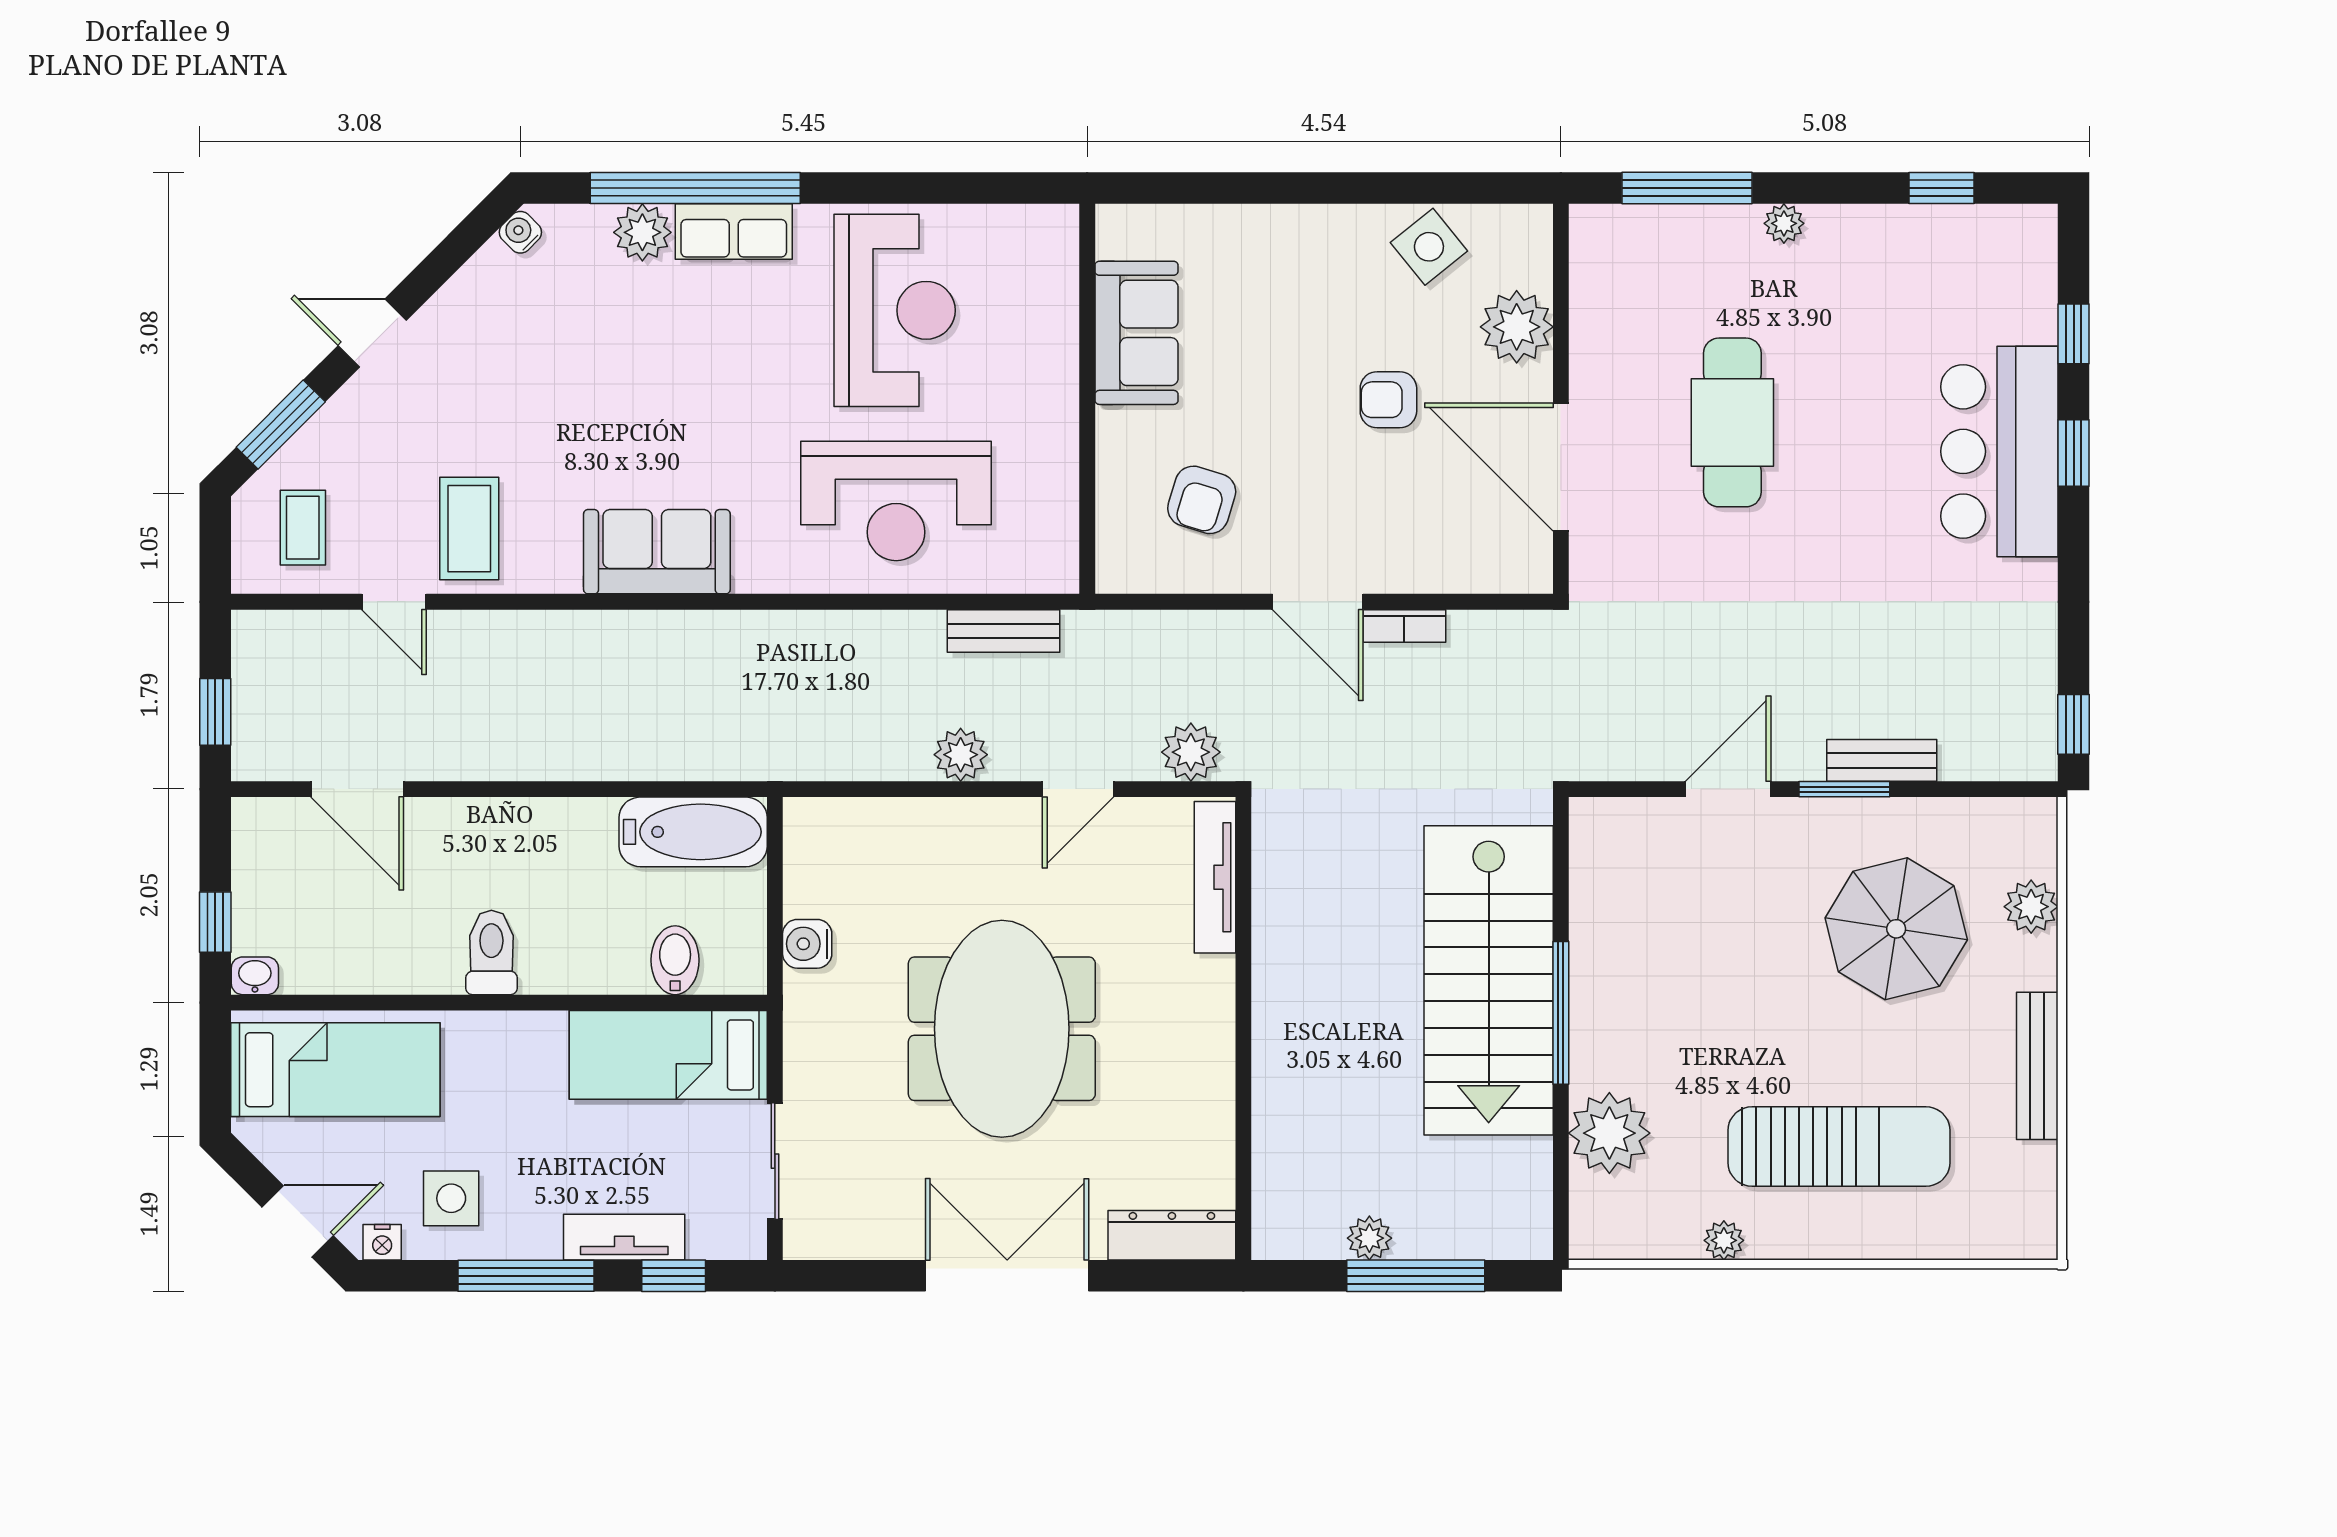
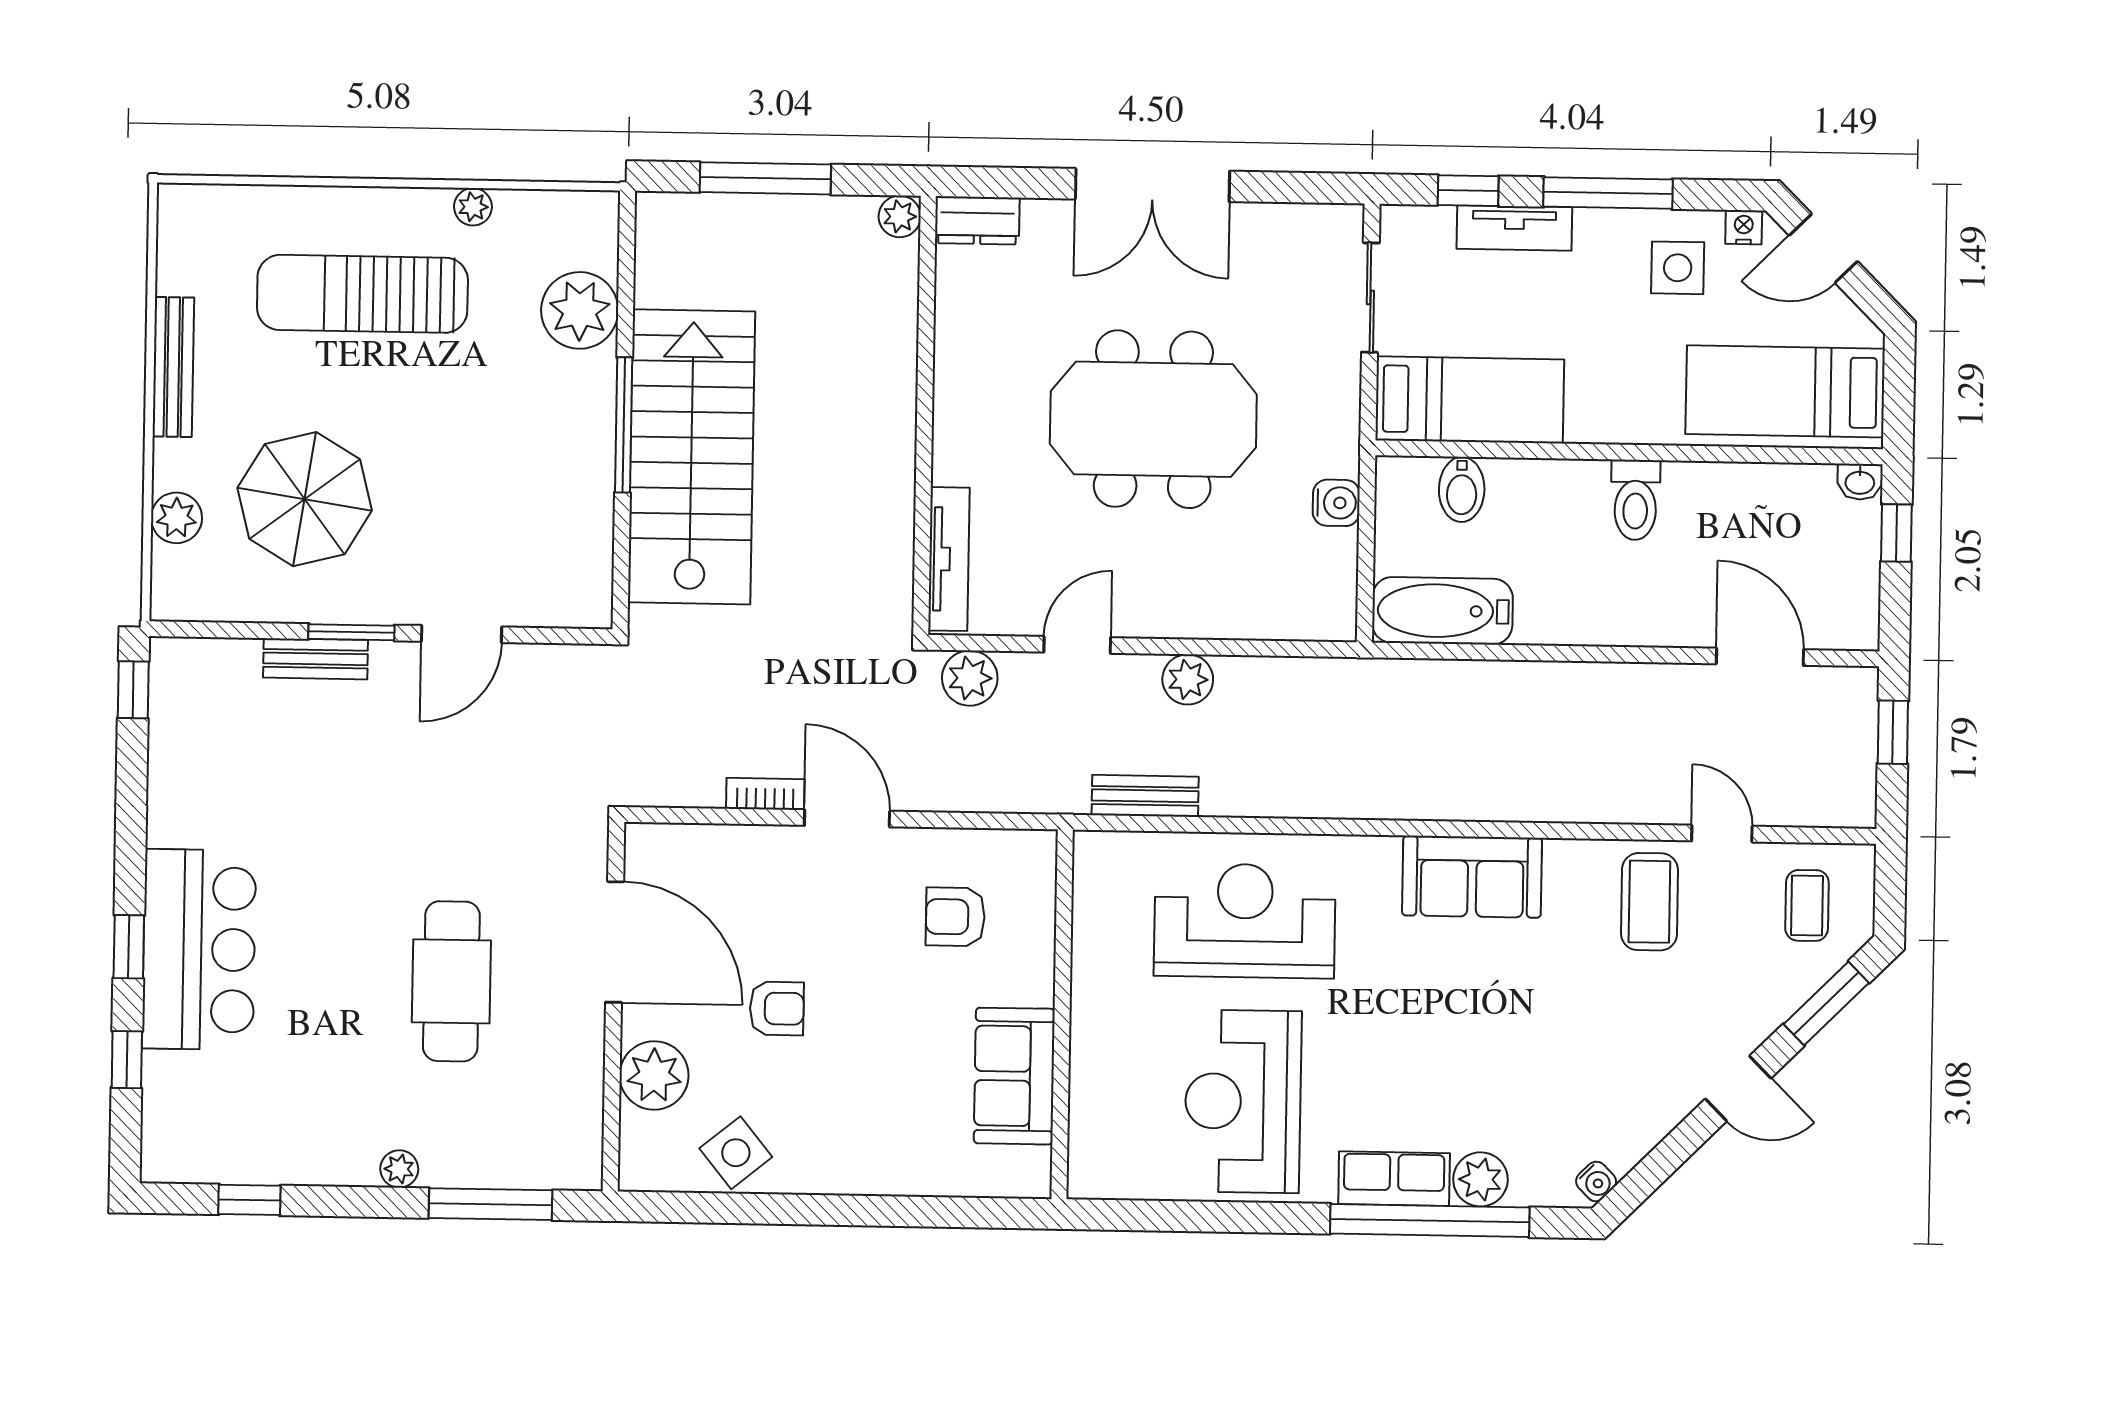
armchair: (1202, 500) -> (955, 917), turned -107
meeting table: (1002, 1029) -> (1153, 419), turned 90
dresser: (1172, 1235) -> (977, 220), width x0.70
plant: (1369, 1238) -> (900, 216), moved

